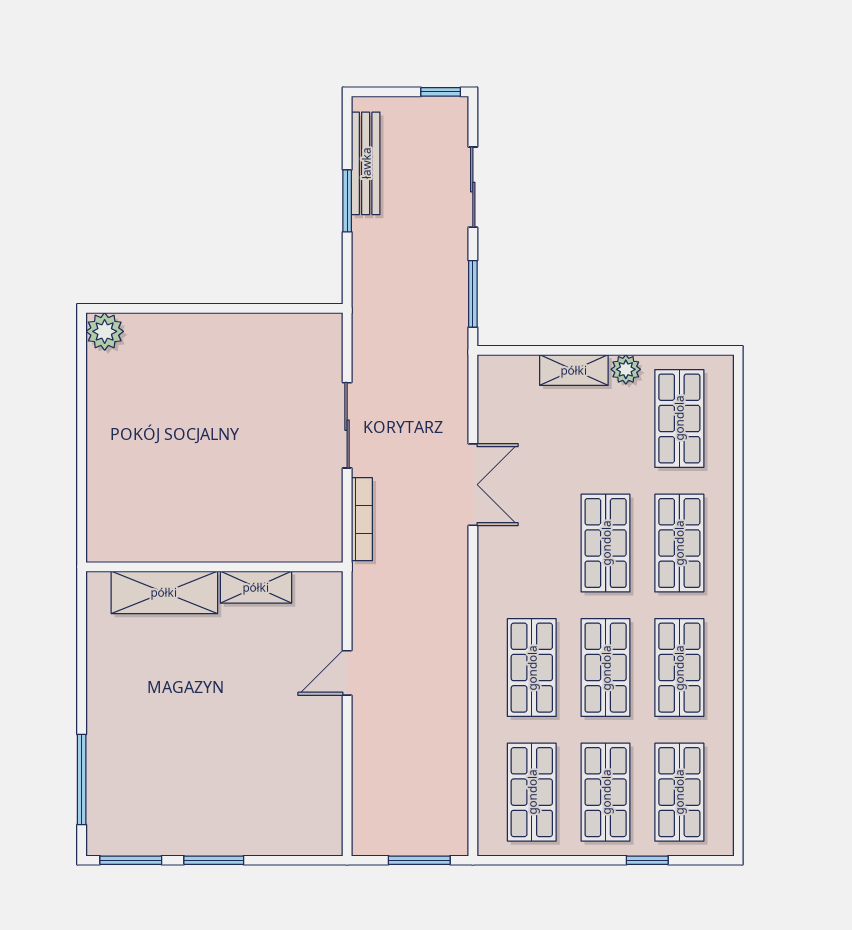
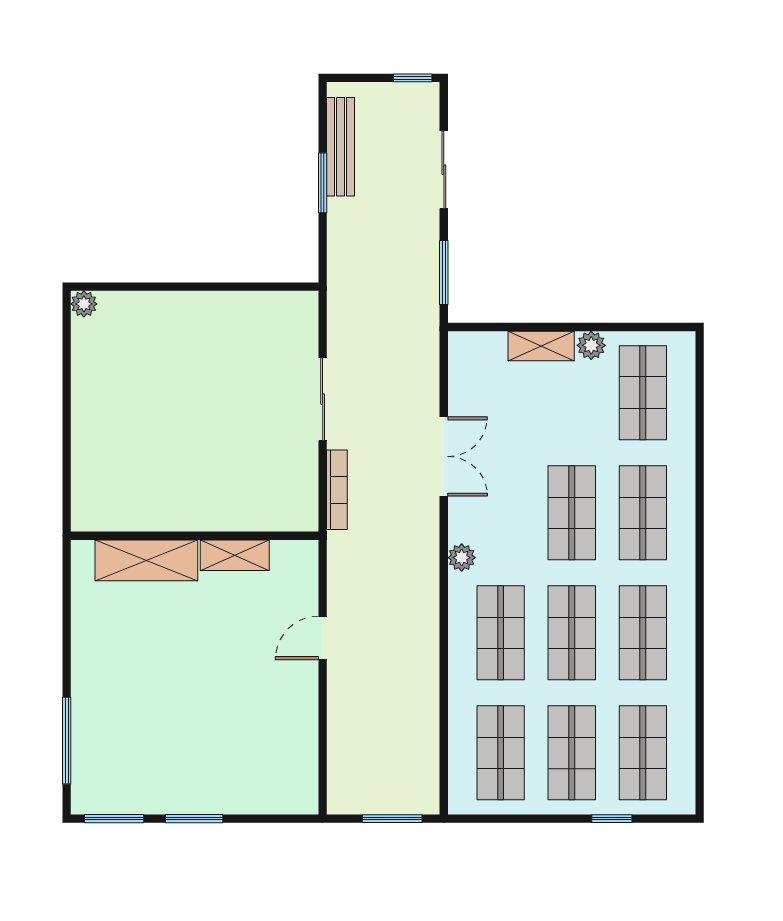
plant: (105, 331) -> (84, 304), width x0.73, depth x0.73
plant: (491, 589) -> (462, 558), added

